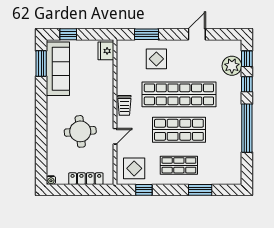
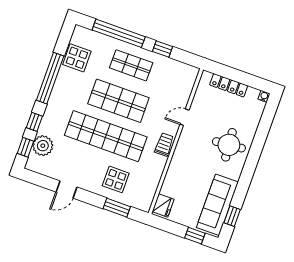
window: (41, 63) -> (232, 216), width x0.67
round table: (80, 131) -> (229, 145), moved
display table: (134, 168) -> (77, 58), moved
window: (144, 190) -> (162, 49), moved
window: (200, 190) -> (119, 33), width x2.11

